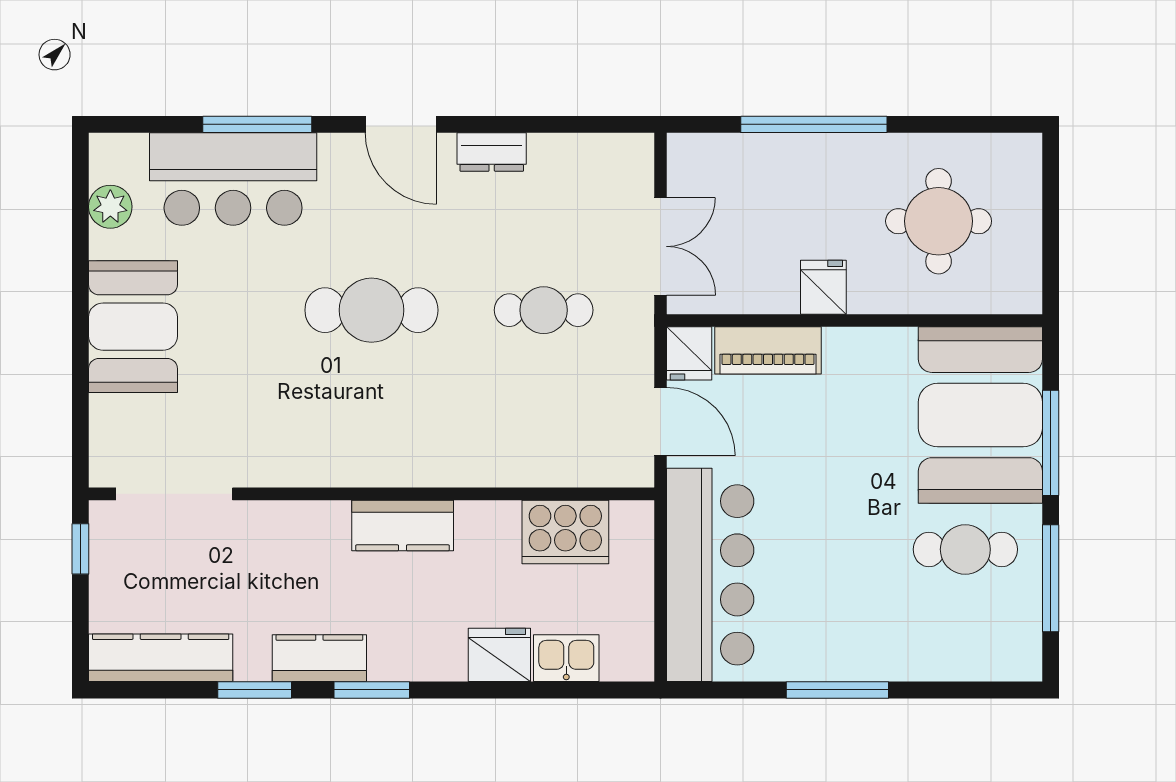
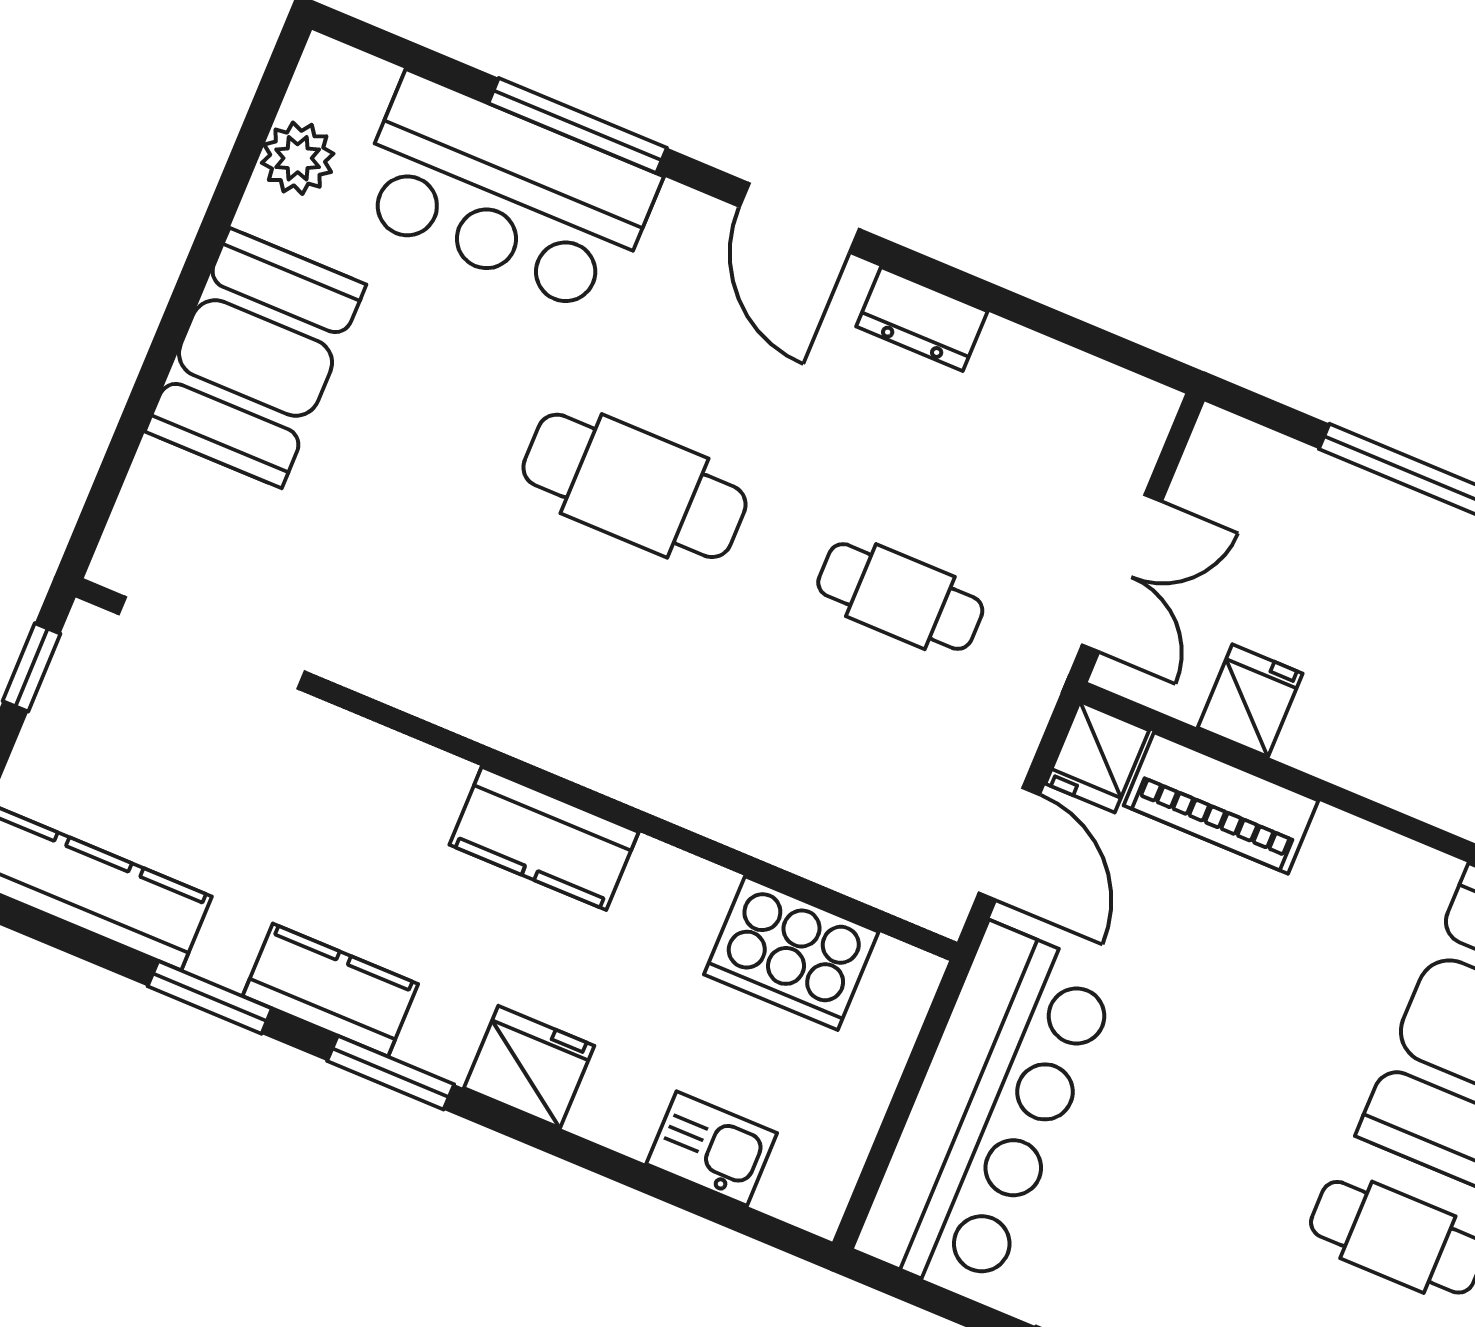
fridge: (823, 287) -> (1250, 701), moved
fridge: (499, 655) -> (529, 1067), moved

